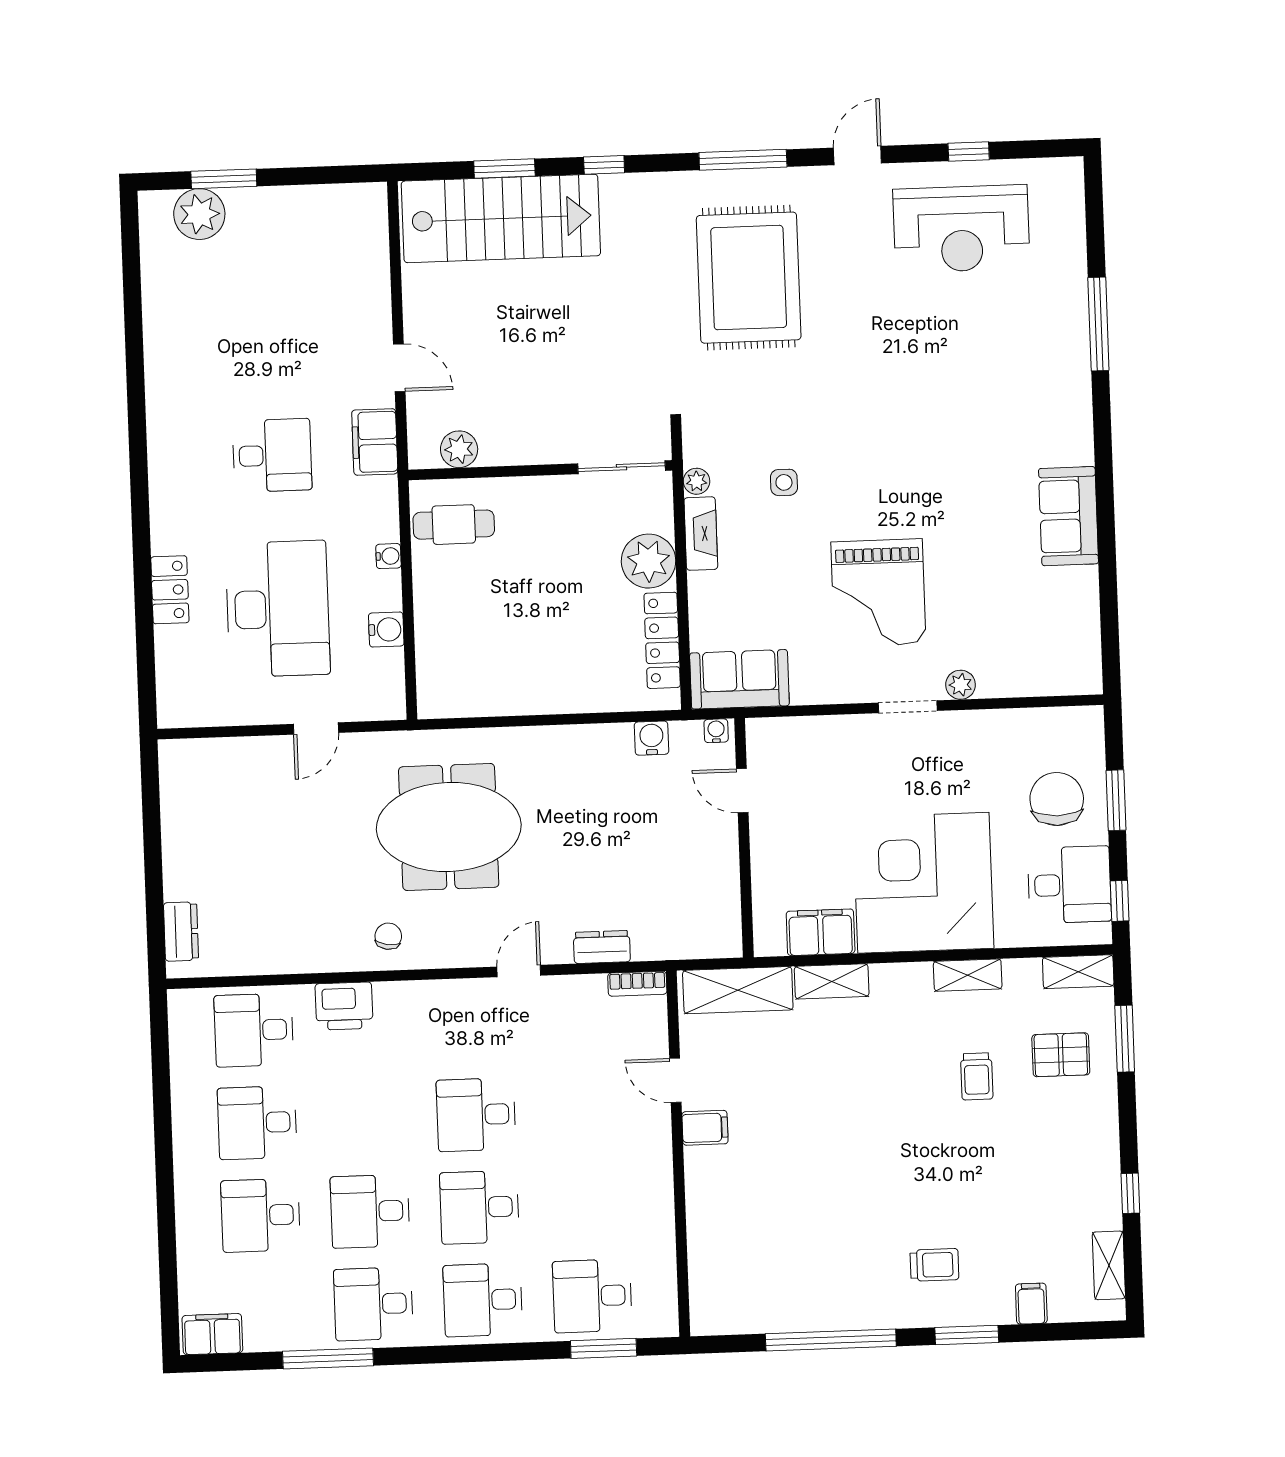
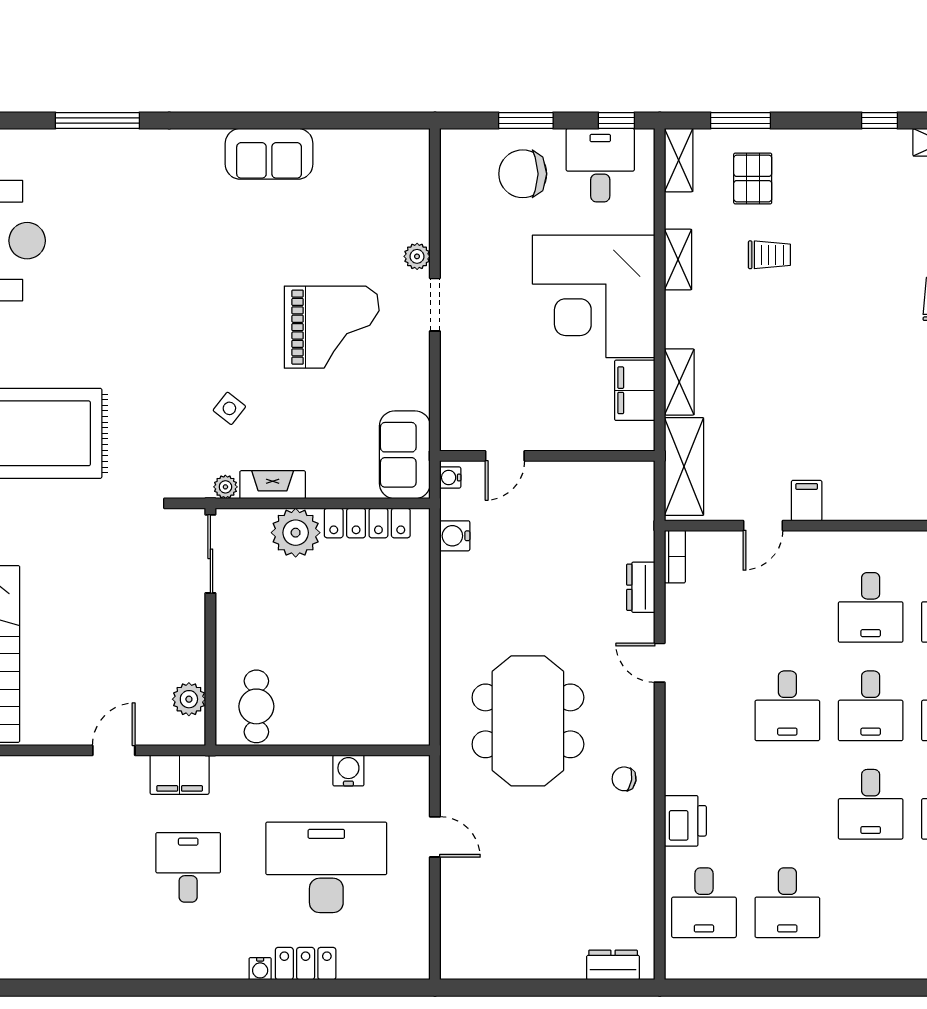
side table: (784, 482) -> (229, 408), turned 38
water cooler: (388, 556) -> (260, 969), moved, turned 180
desk: (261, 1215) -> (871, 607), moved

